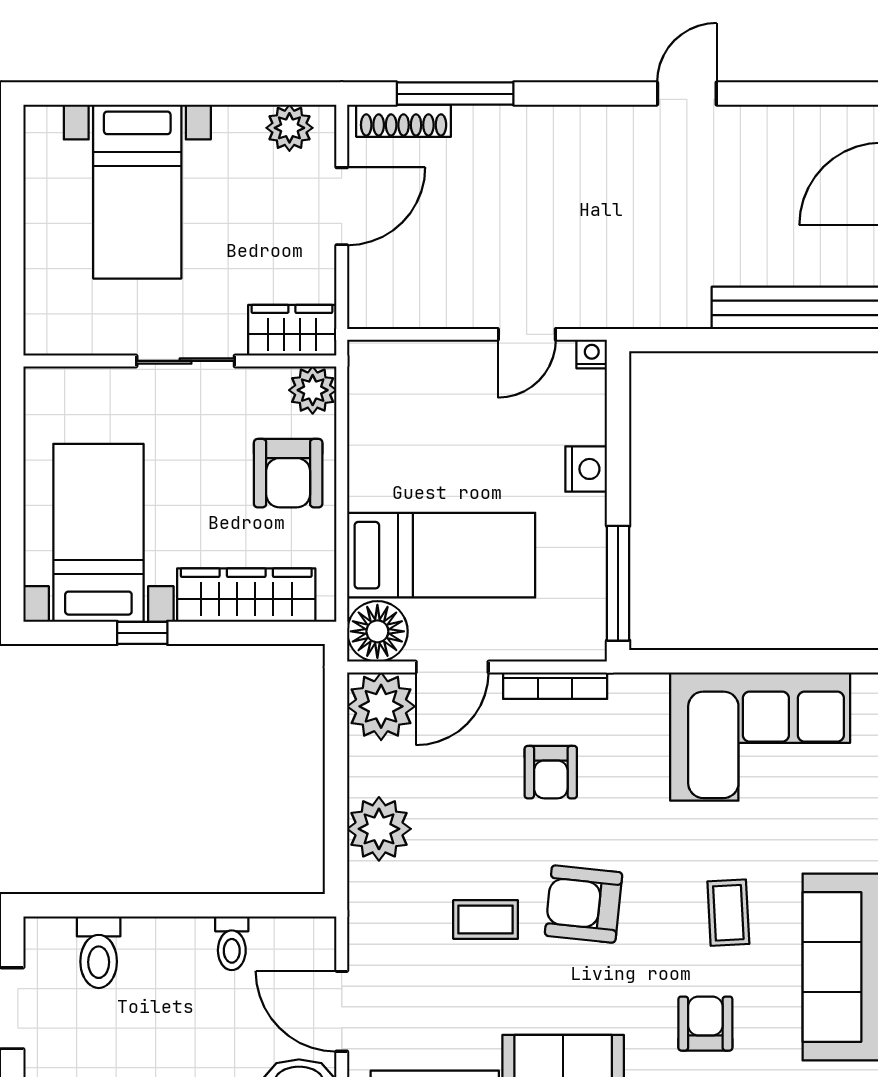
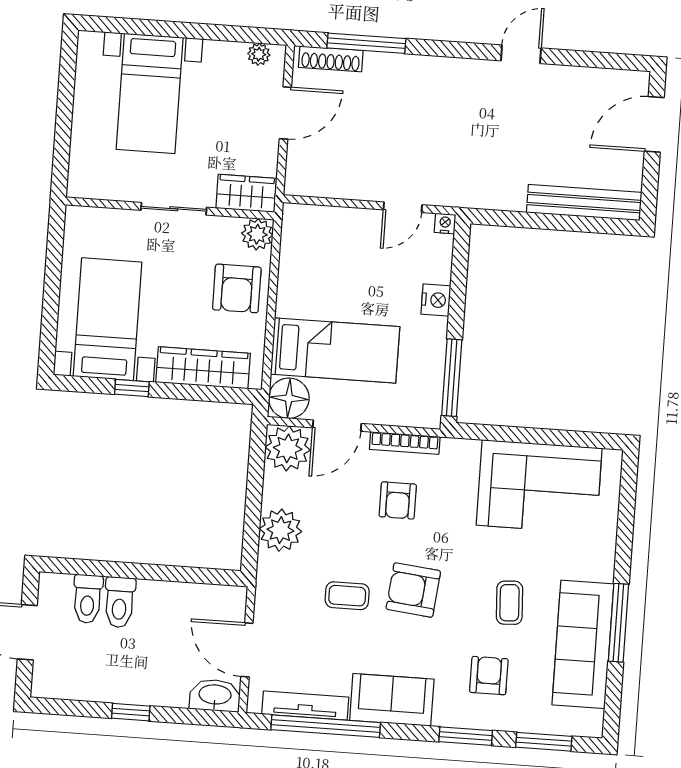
plant: (289, 128) -> (259, 54), width x0.73, depth x0.73
toilet: (232, 943) -> (120, 602), moved, width x1.37, depth x1.39

